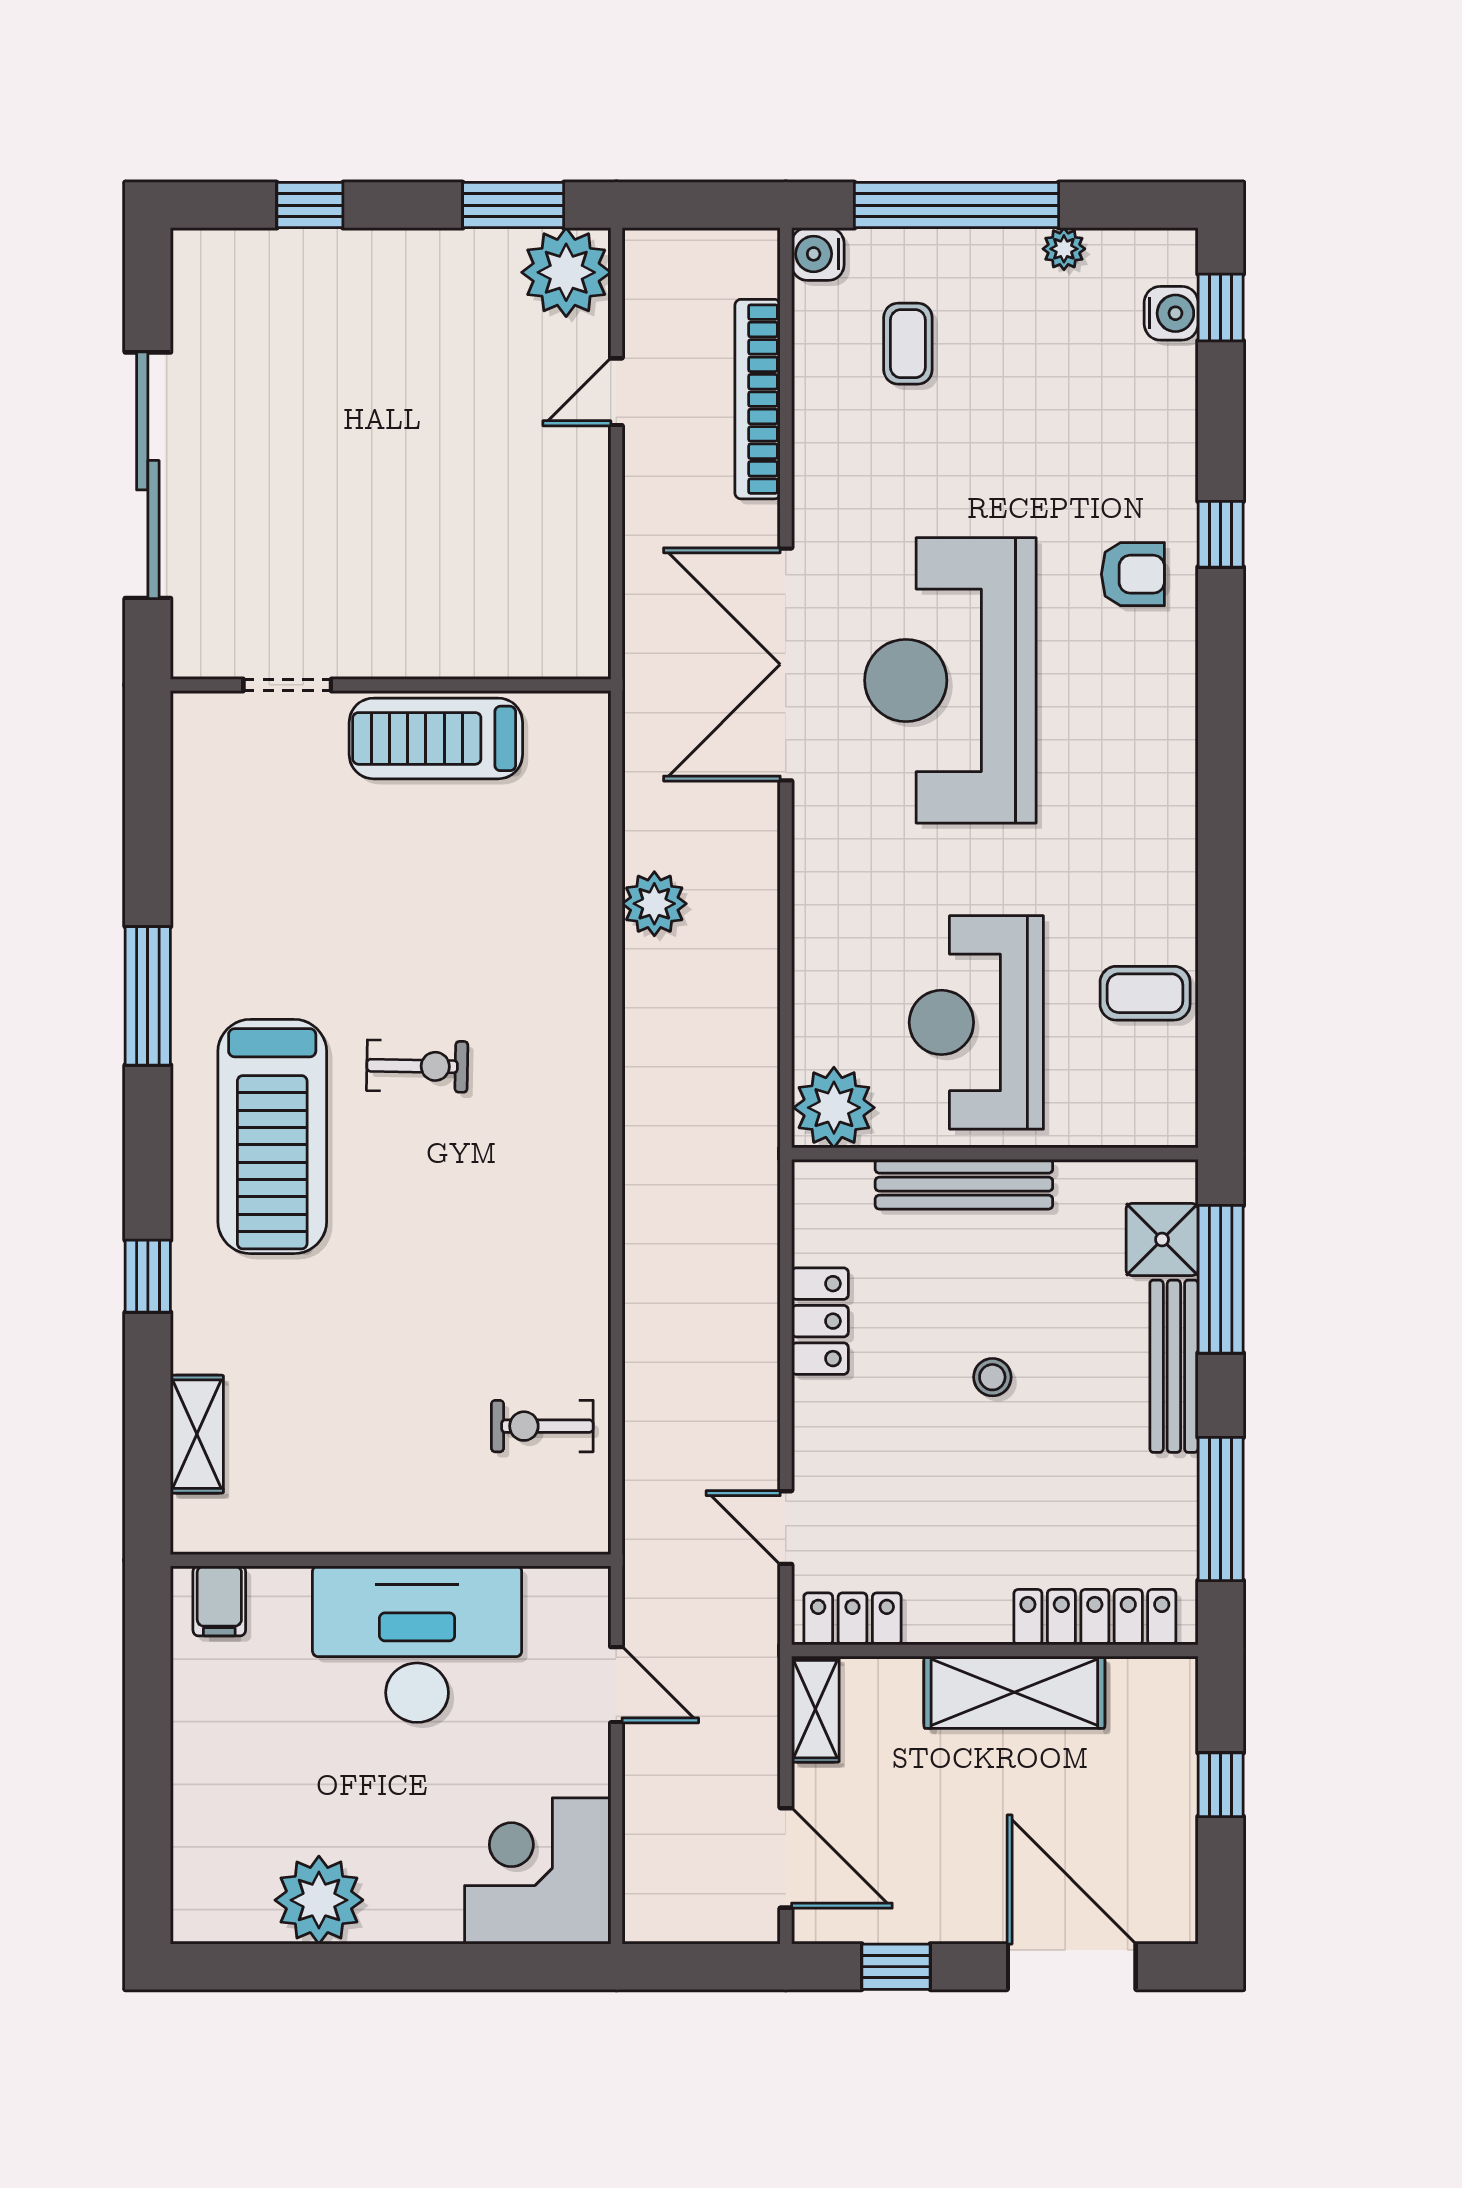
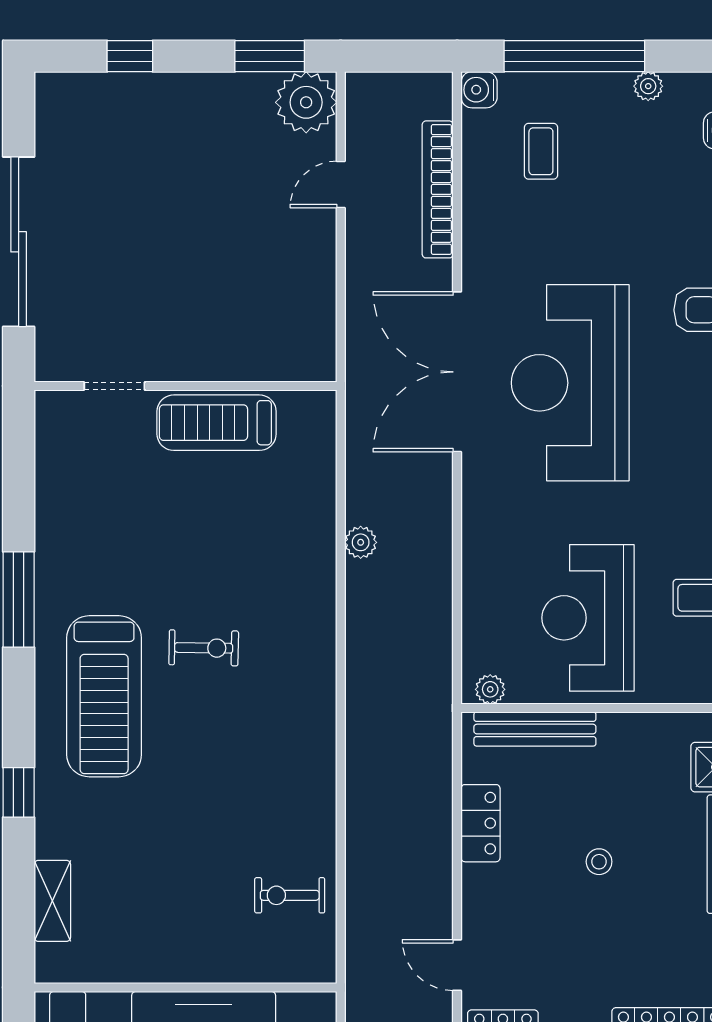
plant: (654, 904) -> (361, 542), width x0.73, depth x0.73
plant: (834, 1108) -> (490, 689), width x0.53, depth x0.53
bench: (964, 1184) -> (535, 729), moved

